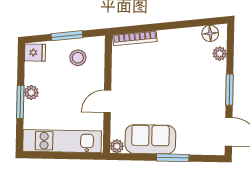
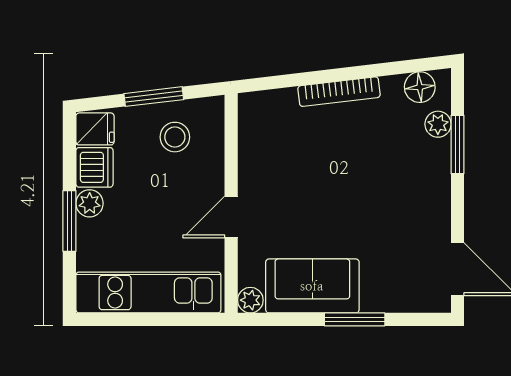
bookcase: (135, 38) -> (339, 92), moved
dishwasher: (34, 73) -> (94, 167), added
window: (229, 90) -> (457, 145), moved

